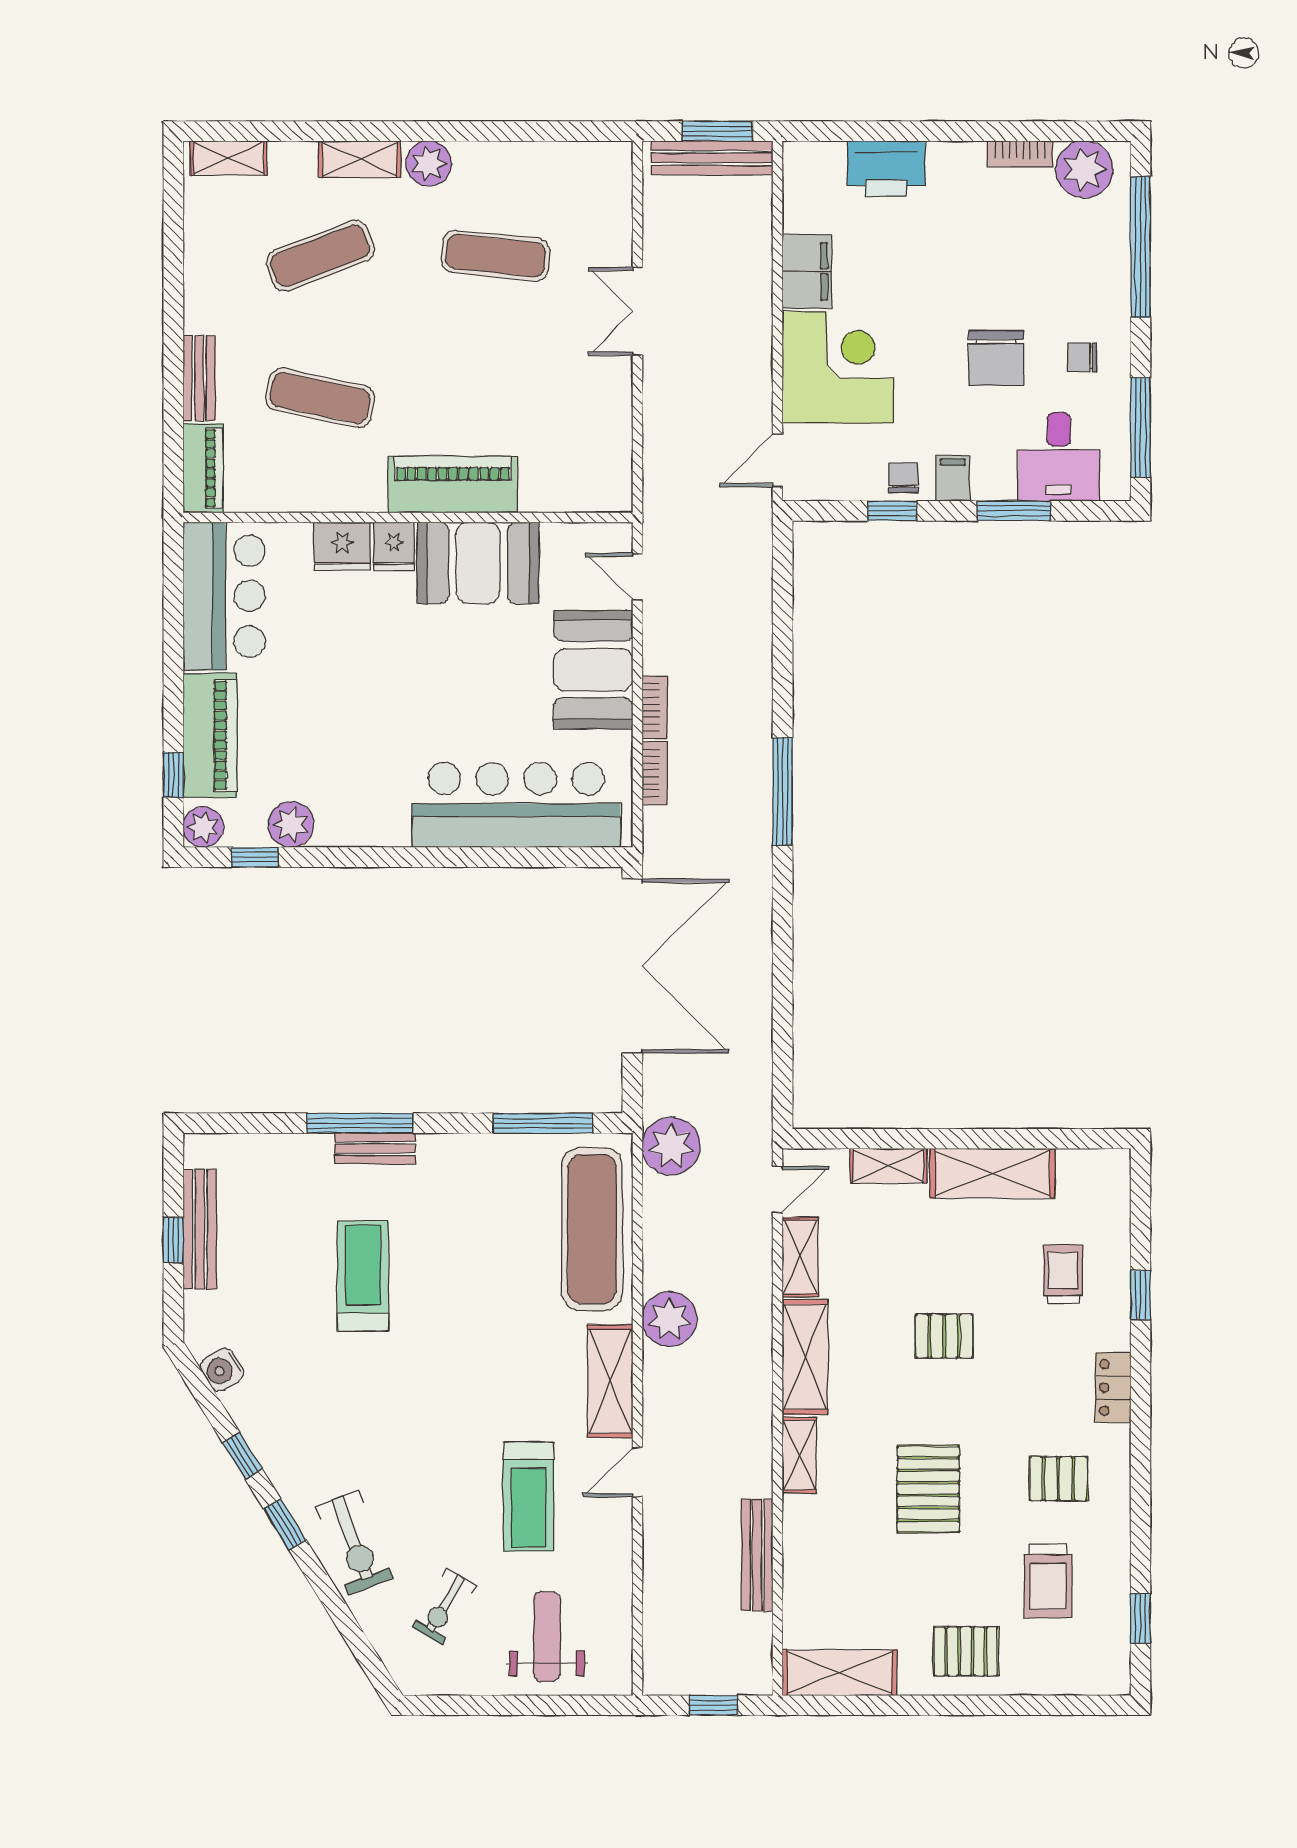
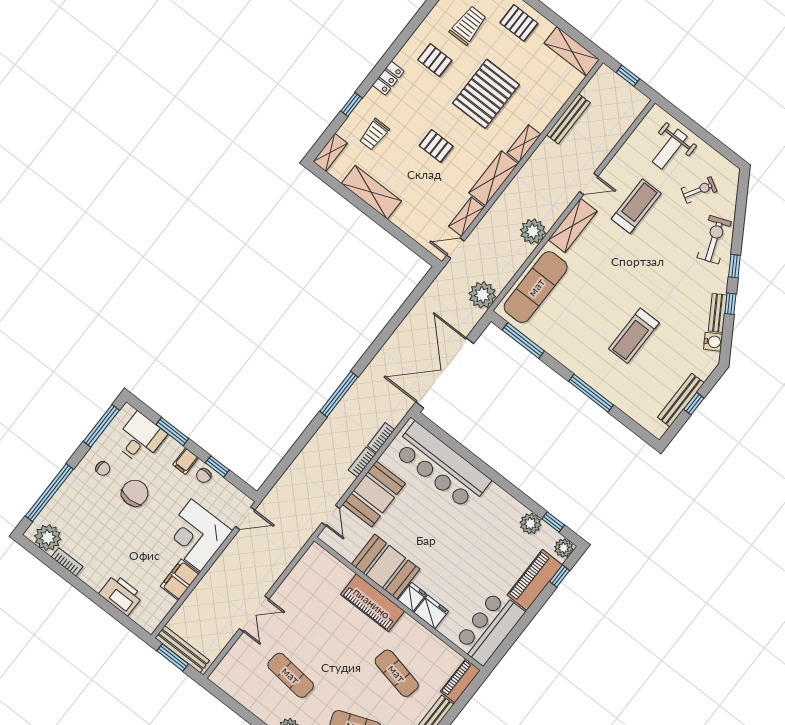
bench: (375, 1148) -> (718, 313), moved, turned 58
shelving: (889, 1166) -> (330, 152), moved, turned 90
pallet: (928, 1489) -> (486, 94), width x1.37, depth x1.41

